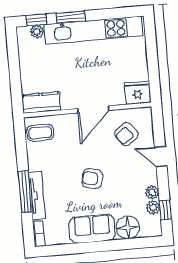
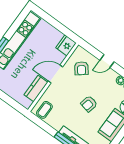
kitchen counter: (41, 102) -> (36, 89), moved
door: (93, 109) -> (56, 74), swing flipped

